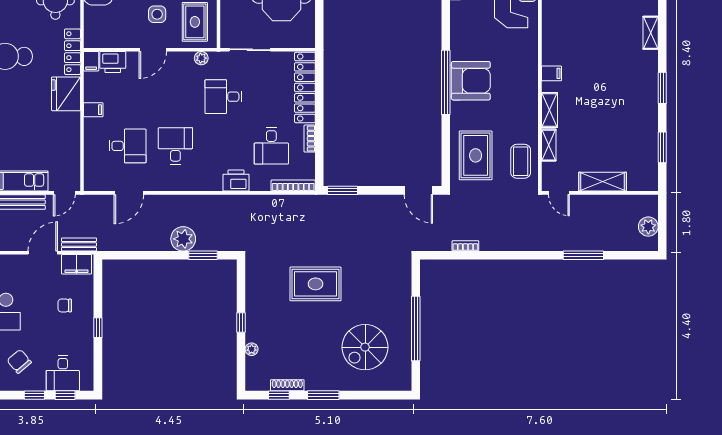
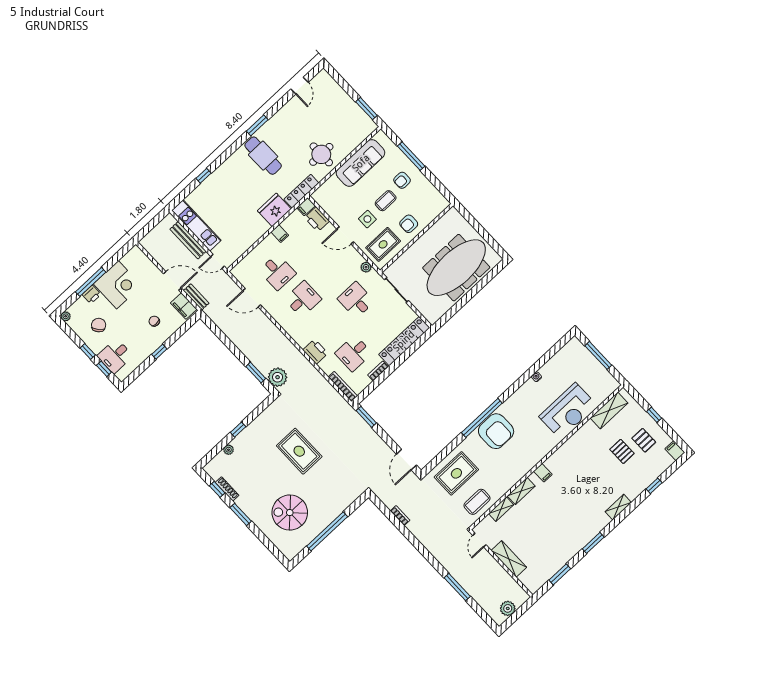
plant: (183, 239) -> (278, 377), moved

